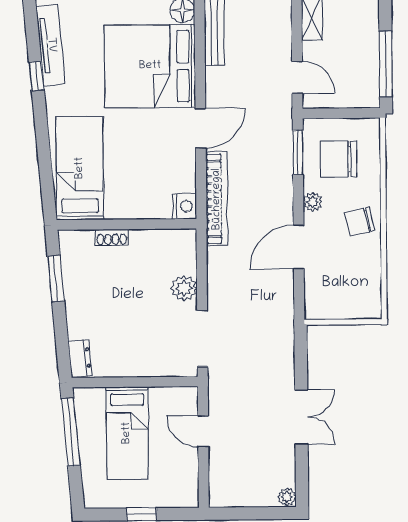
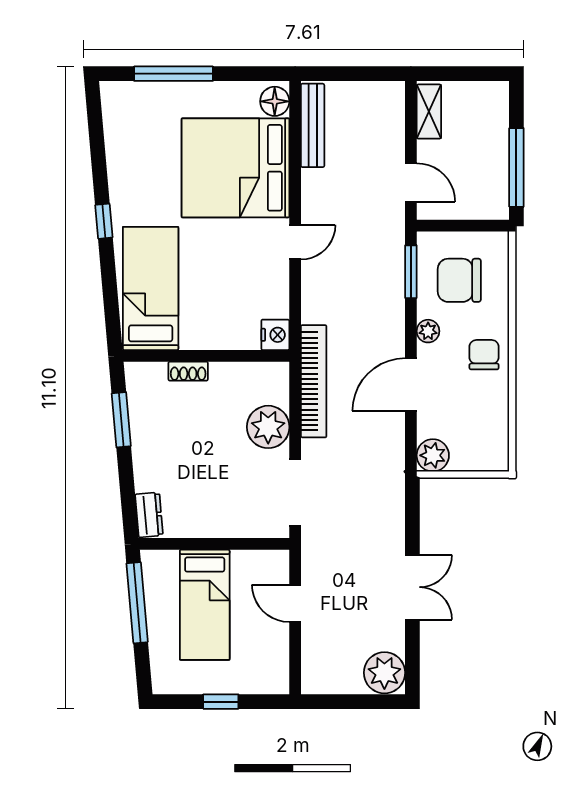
tv unit: (51, 45) -> (117, 141), removed
window: (36, 76) -> (104, 221), moved
door: (201, 128) -> (295, 242), width x0.73
bookcase: (217, 199) -> (314, 381), moved
chair: (360, 221) -> (484, 355), turned 103
plant: (184, 288) -> (268, 427), width x1.36, depth x1.36
plant: (318, 306) -> (433, 455), added
plant: (287, 497) -> (384, 673), width x1.88, depth x1.88

